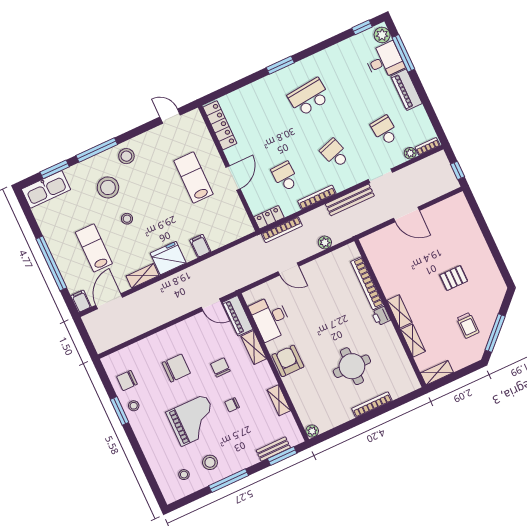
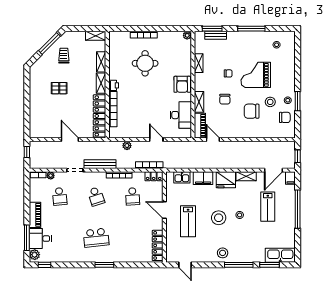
door: (233, 178) -> (164, 210), hinge flipped
stool: (108, 187) -> (219, 218), moved
kitchen sink: (230, 234) -> (182, 177), added
filing cabinet: (200, 246) -> (203, 178), width x2.00
locker: (381, 266) -> (100, 116), added
window: (85, 336) -> (298, 156), added
stool: (210, 462) -> (270, 102), moved

